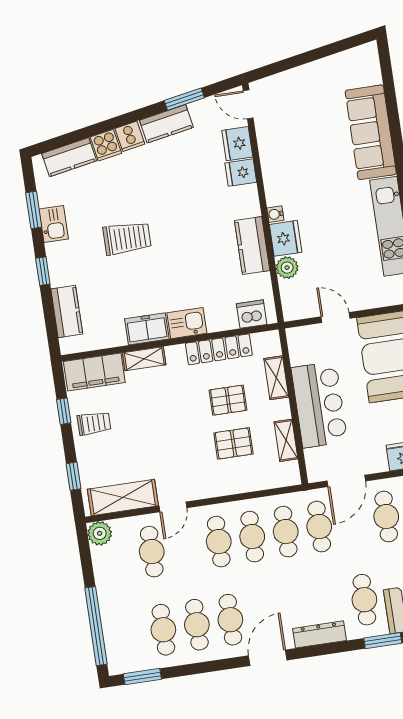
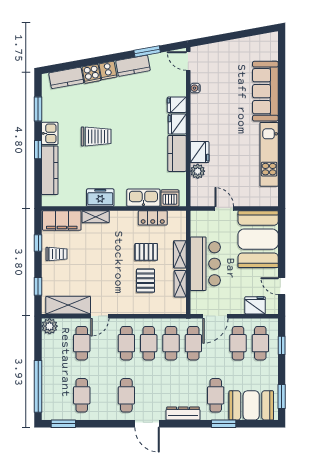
fridge: (237, 144) -> (177, 124), moved
water cooler: (275, 214) -> (195, 88), moved
kitchen sink: (54, 224) -> (50, 133), moved
kitchen counter: (67, 311) -> (50, 170), width x1.50
kitchen sink: (187, 323) -> (143, 198), moved, width x1.38
locker: (219, 349) -> (153, 218), width x0.66
shelving: (276, 378) -> (180, 254), moved
pallet: (233, 443) -> (146, 281), turned 90
cafe table: (197, 625) -> (104, 395), removed
door: (268, 658) -> (147, 424), swing flipped

